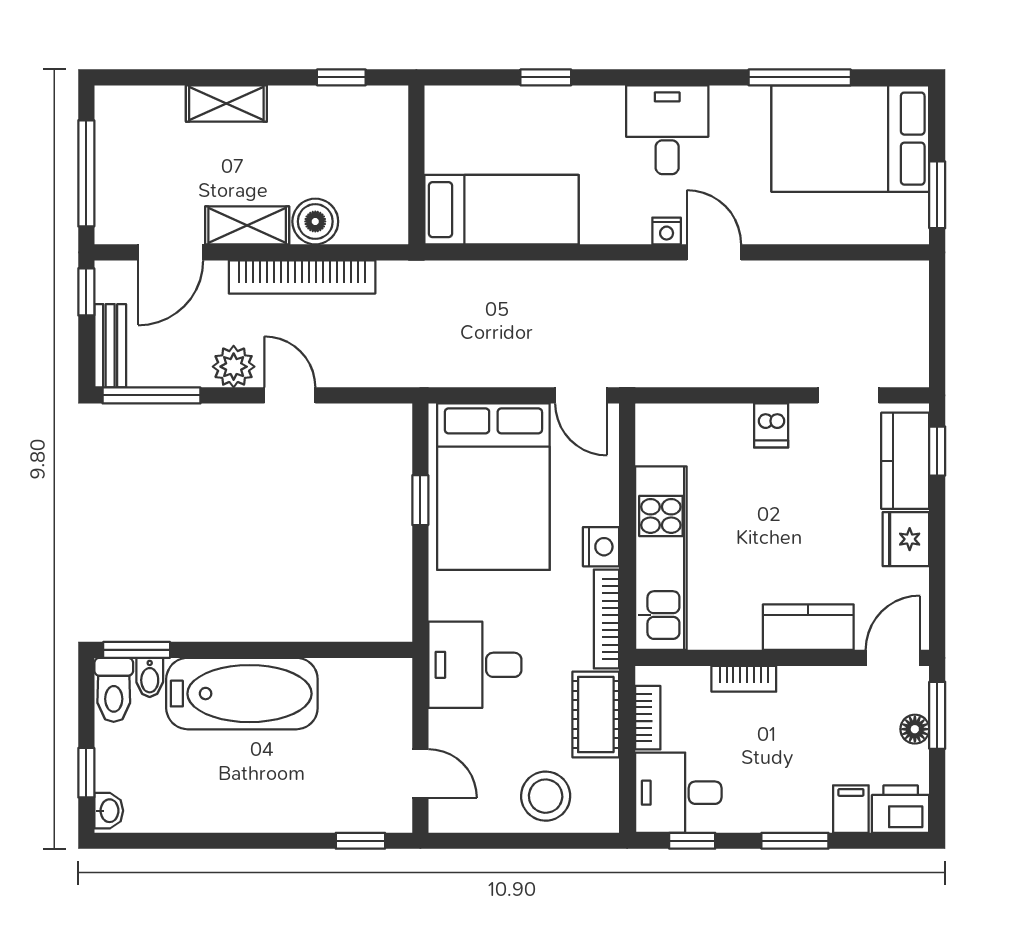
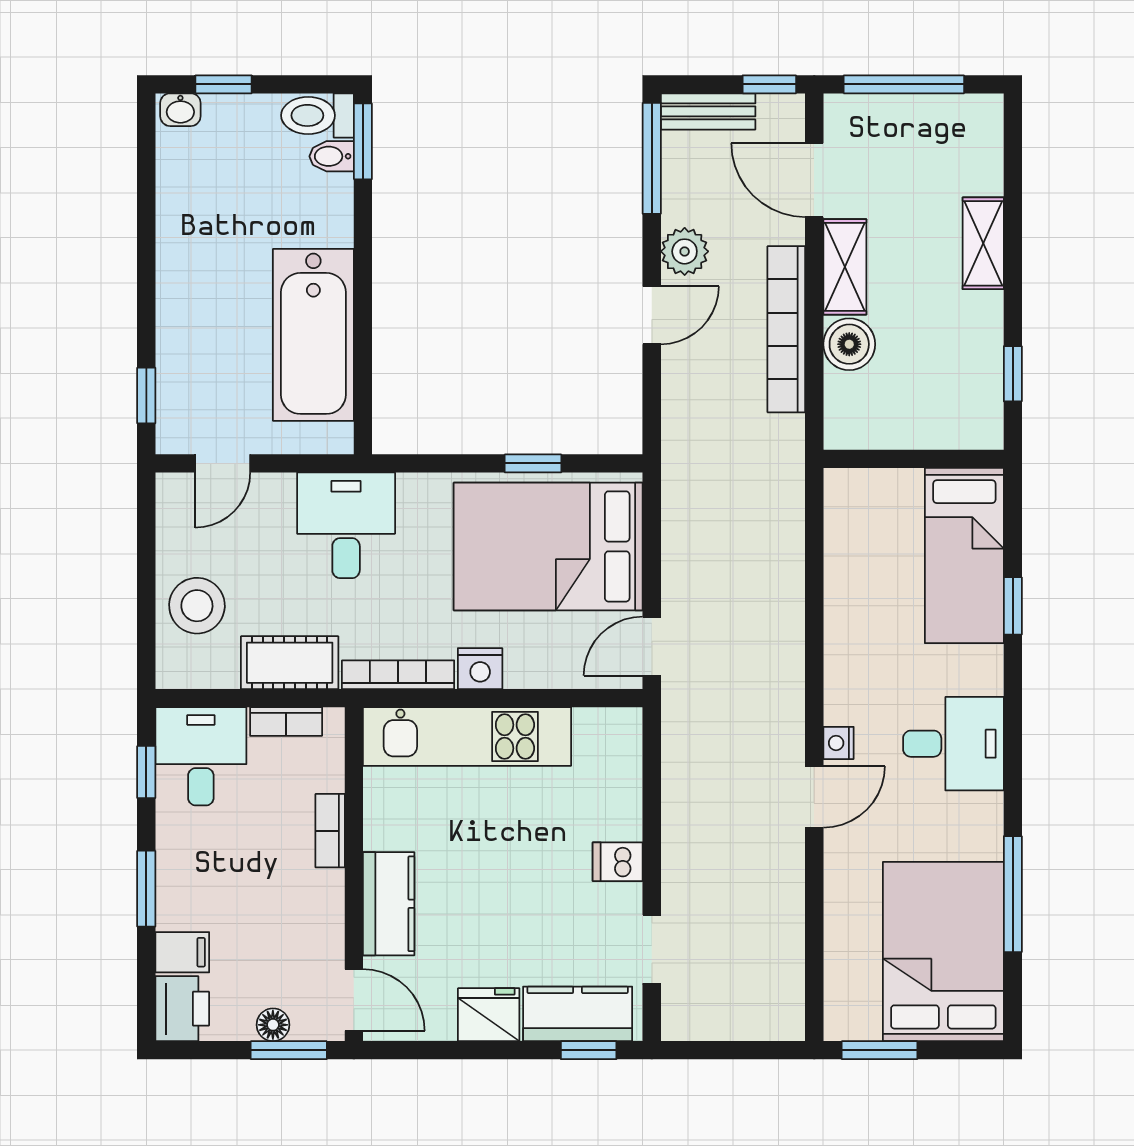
bed: (501, 210) -> (964, 556), moved
bathtub: (242, 694) -> (313, 335), moved

